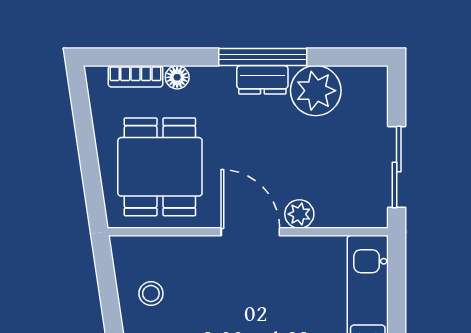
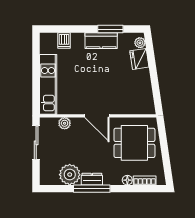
dining table: (160, 167) -> (134, 143), turned 90
plant: (299, 214) -> (65, 123), moved
stool: (151, 293) -> (138, 90), removed

